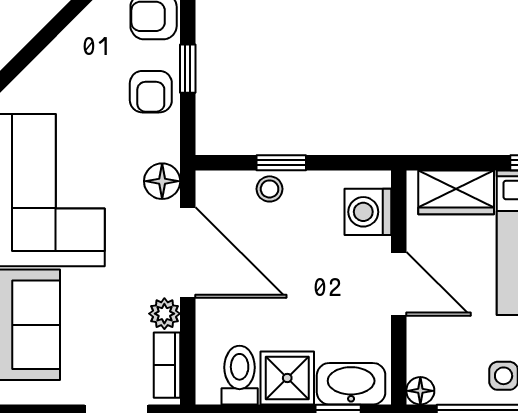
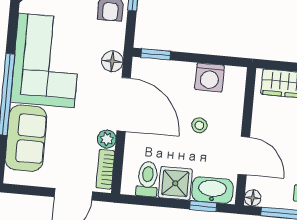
window: (281, 163) -> (156, 54), moved
stool: (270, 189) -> (199, 125), moved
washing machine: (368, 212) -> (210, 77), moved, turned -90
door: (399, 284) -> (244, 156), moved

